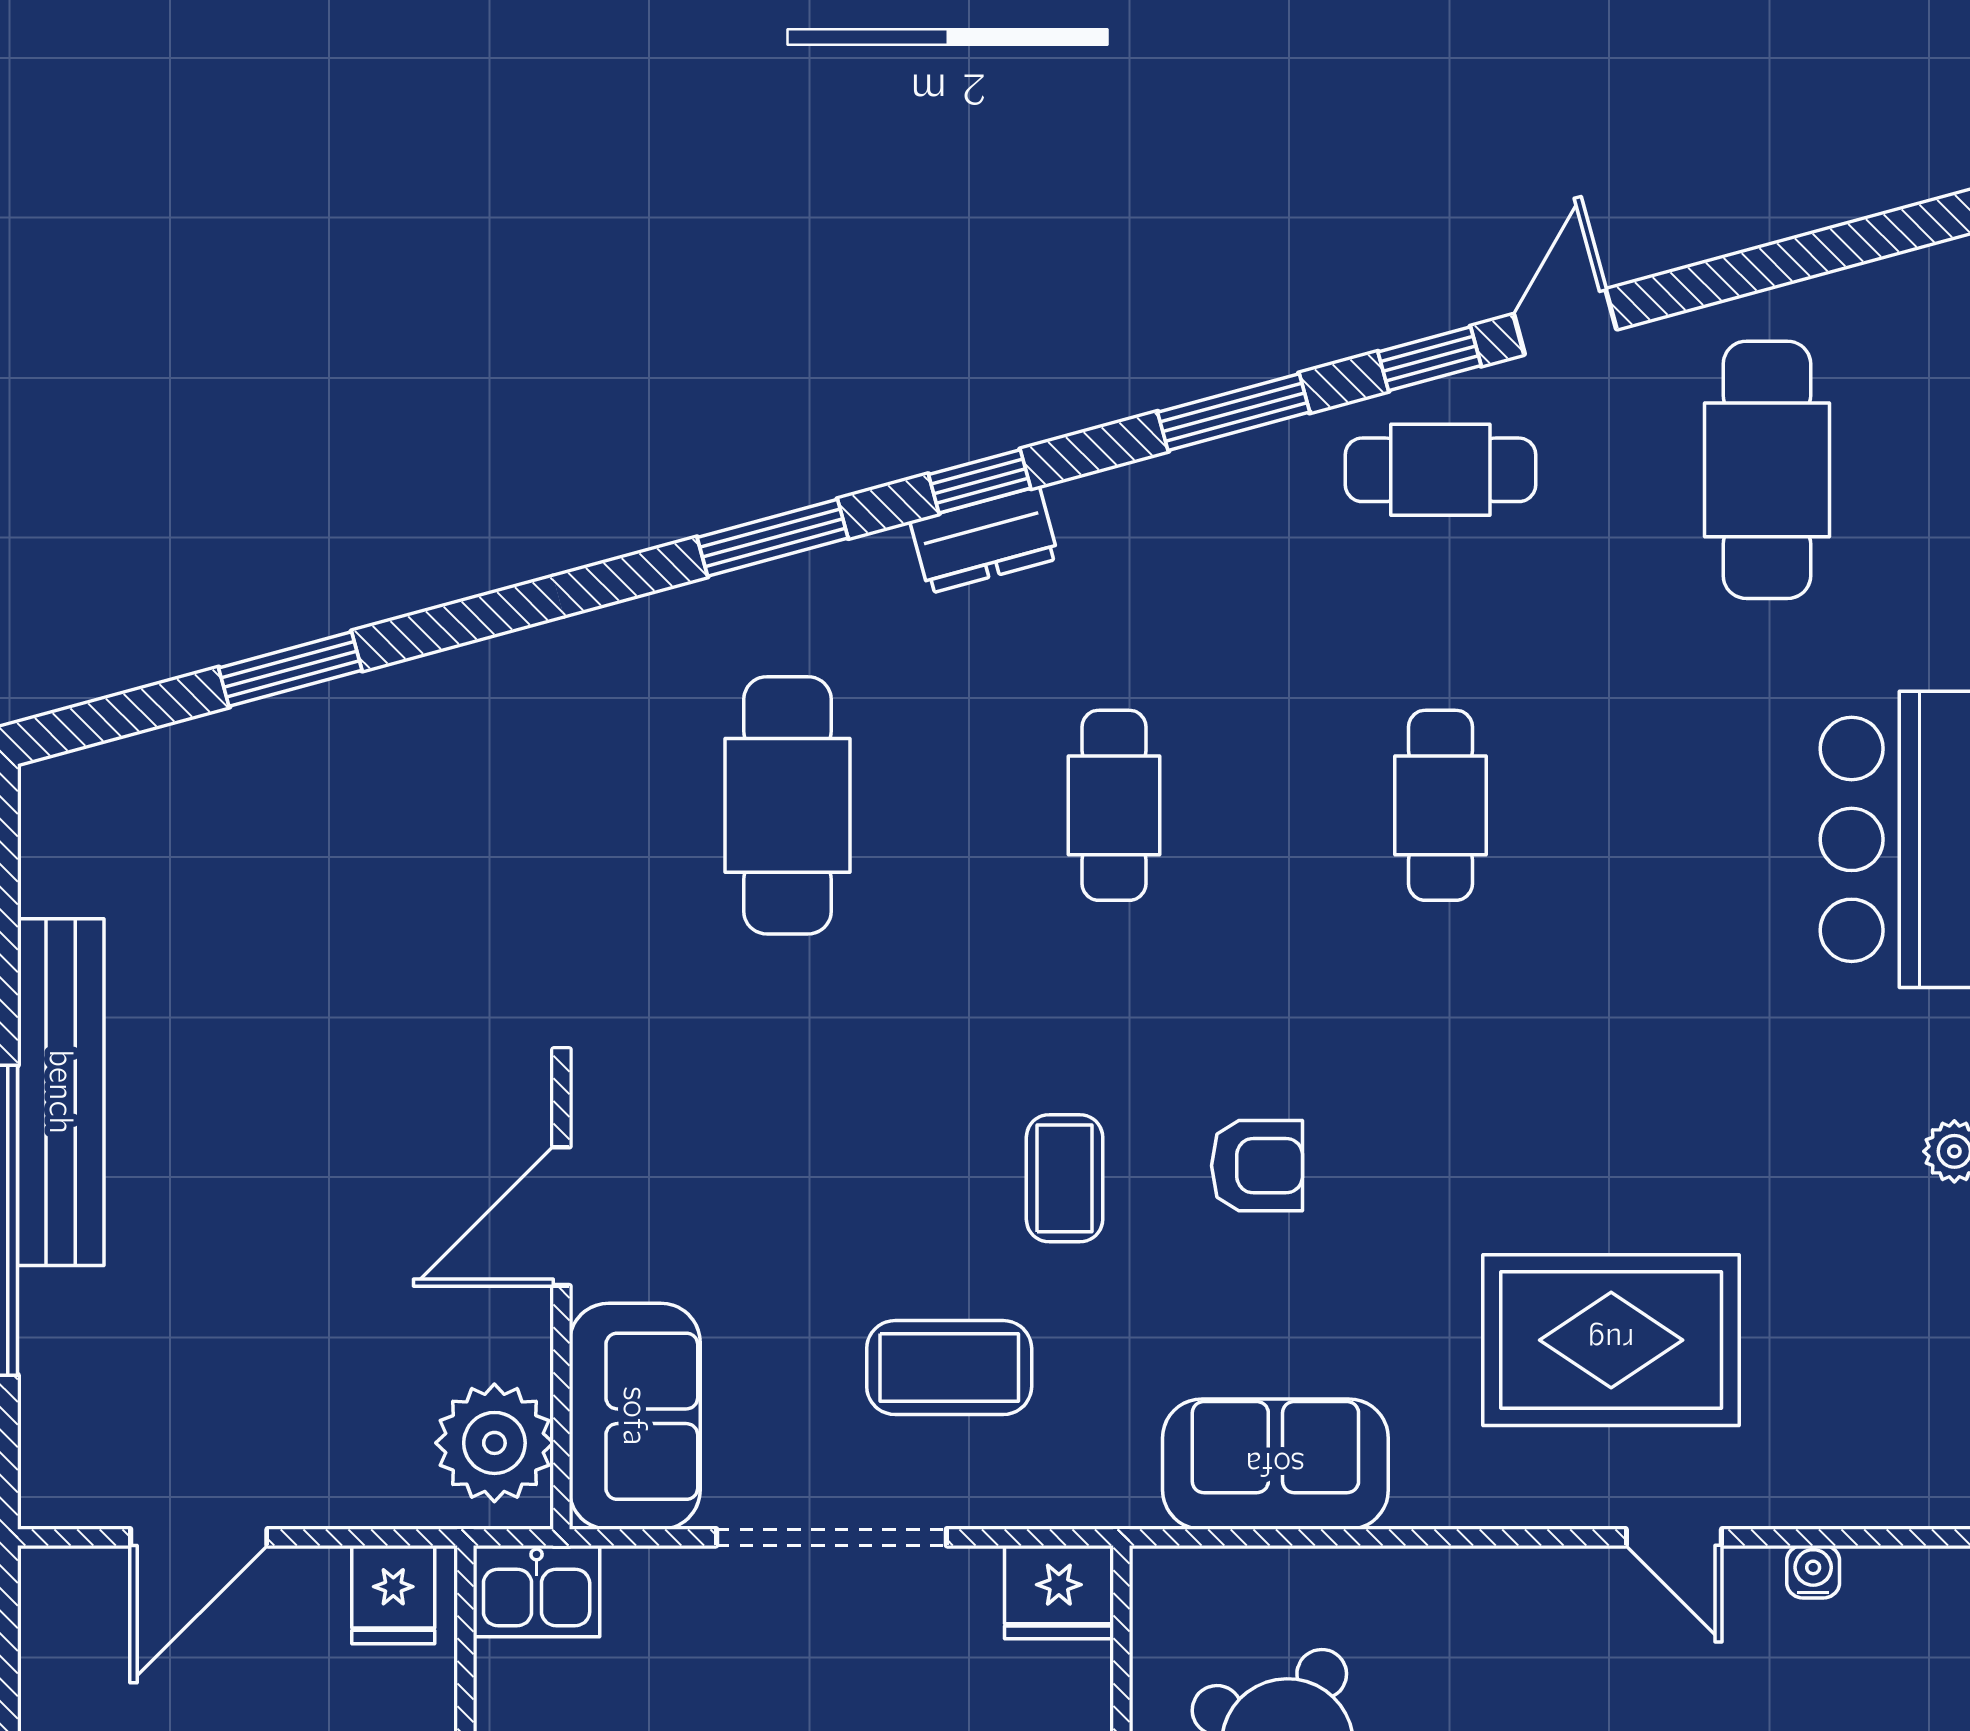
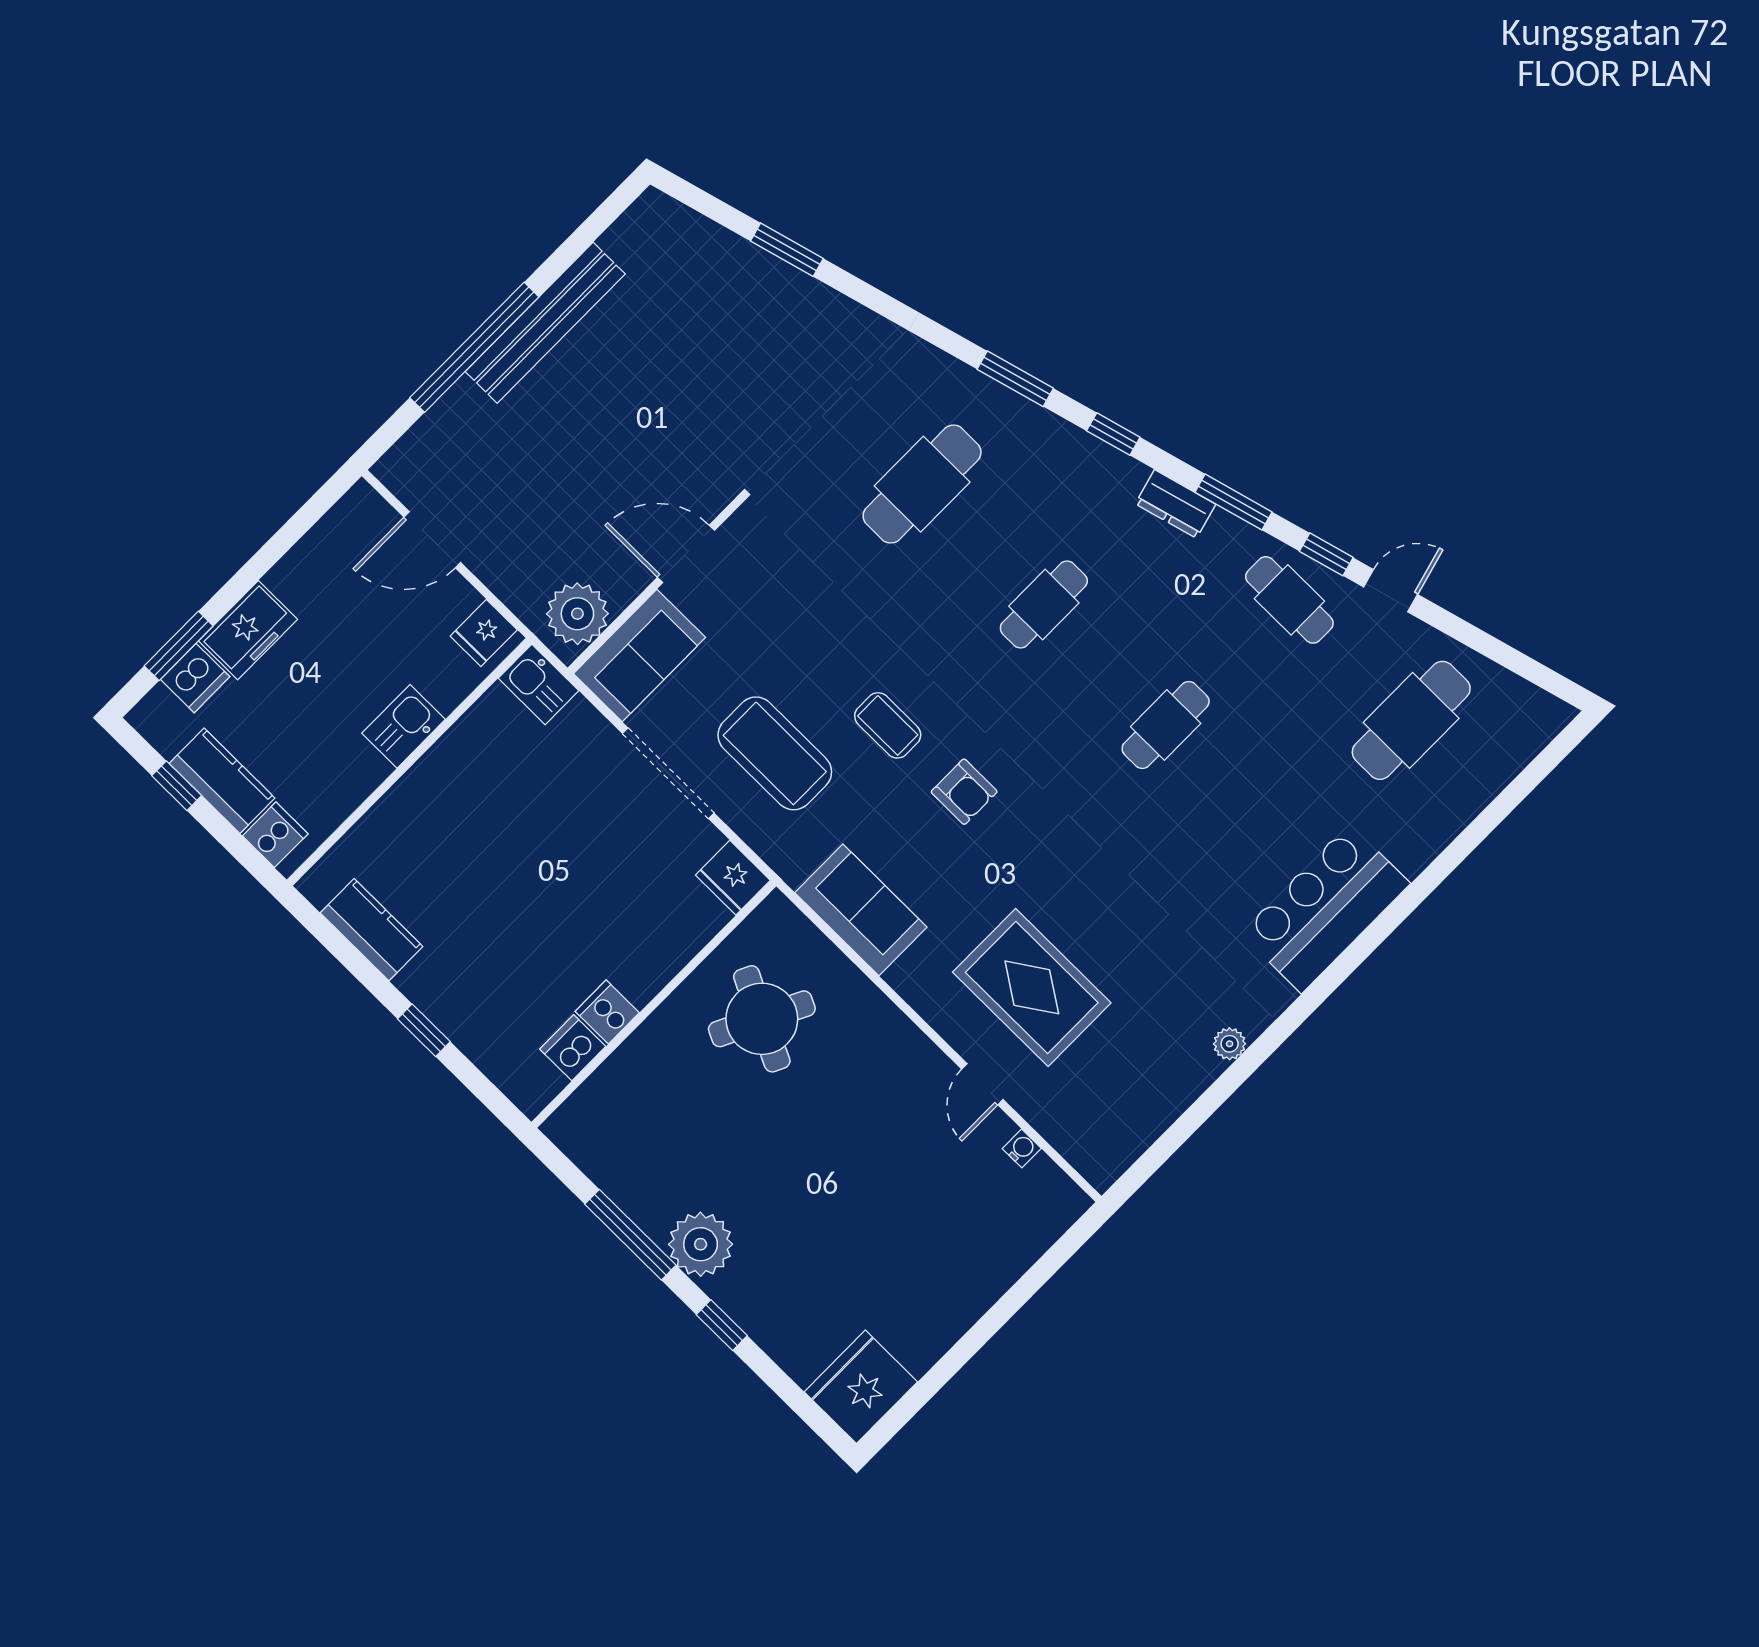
dresser: (984, 540) -> (1175, 504), moved
coffee table: (1065, 1178) -> (888, 725), turned 90
coffee table: (949, 1368) -> (775, 753), width x1.36, depth x1.32

